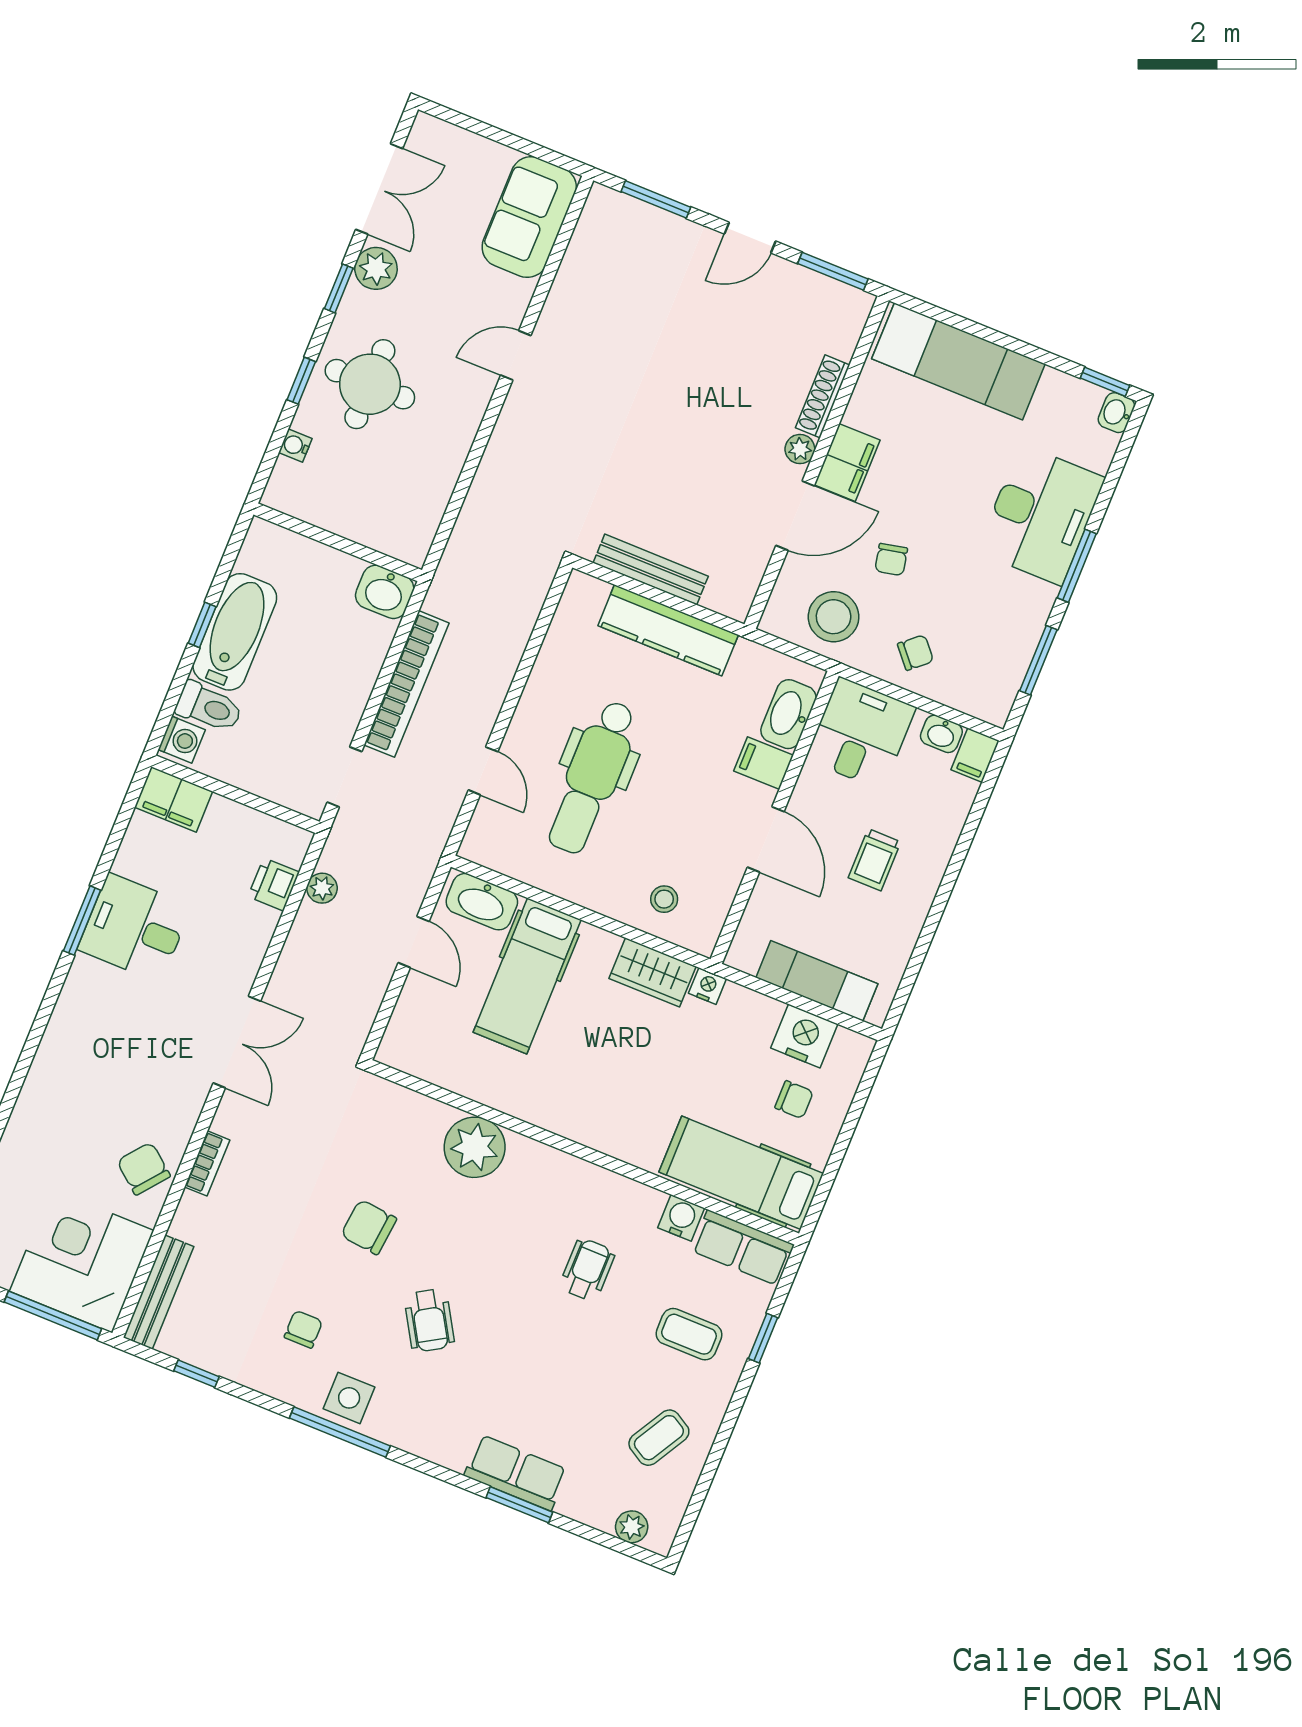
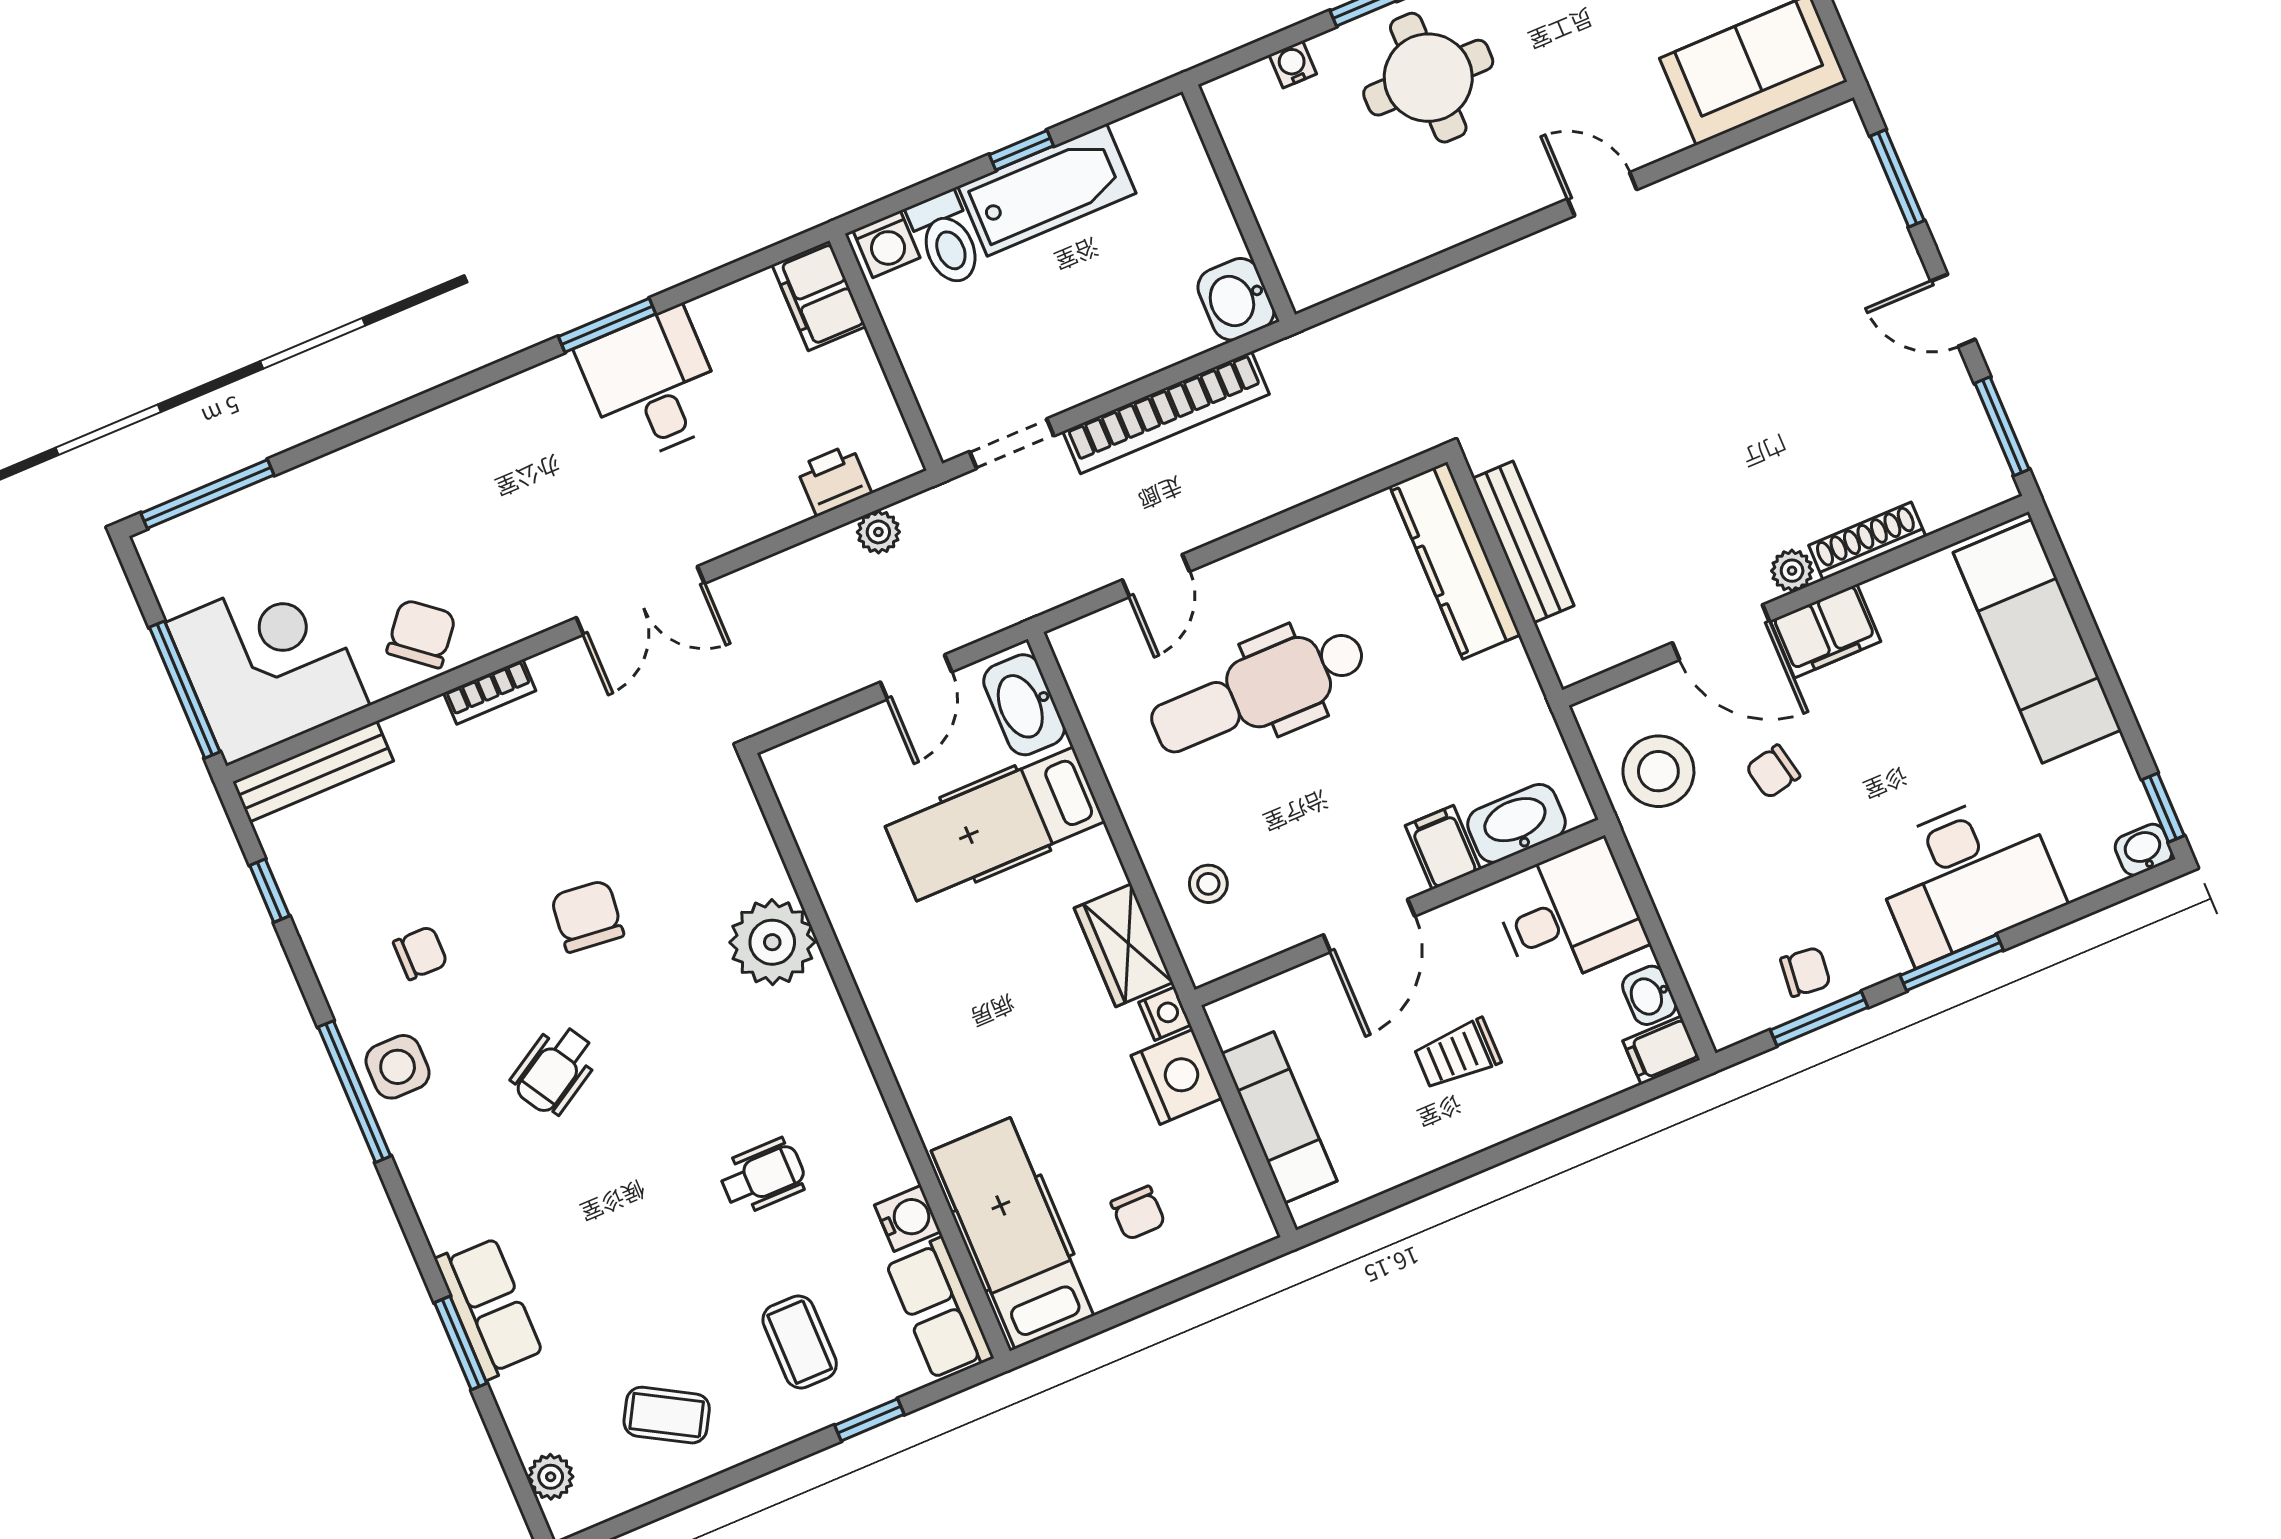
kitchen counter: (668, 630) -> (1455, 560), moved
chair: (915, 653) -> (1805, 972), moved, turned -43
nightstand: (804, 1036) -> (1177, 1077), moved

